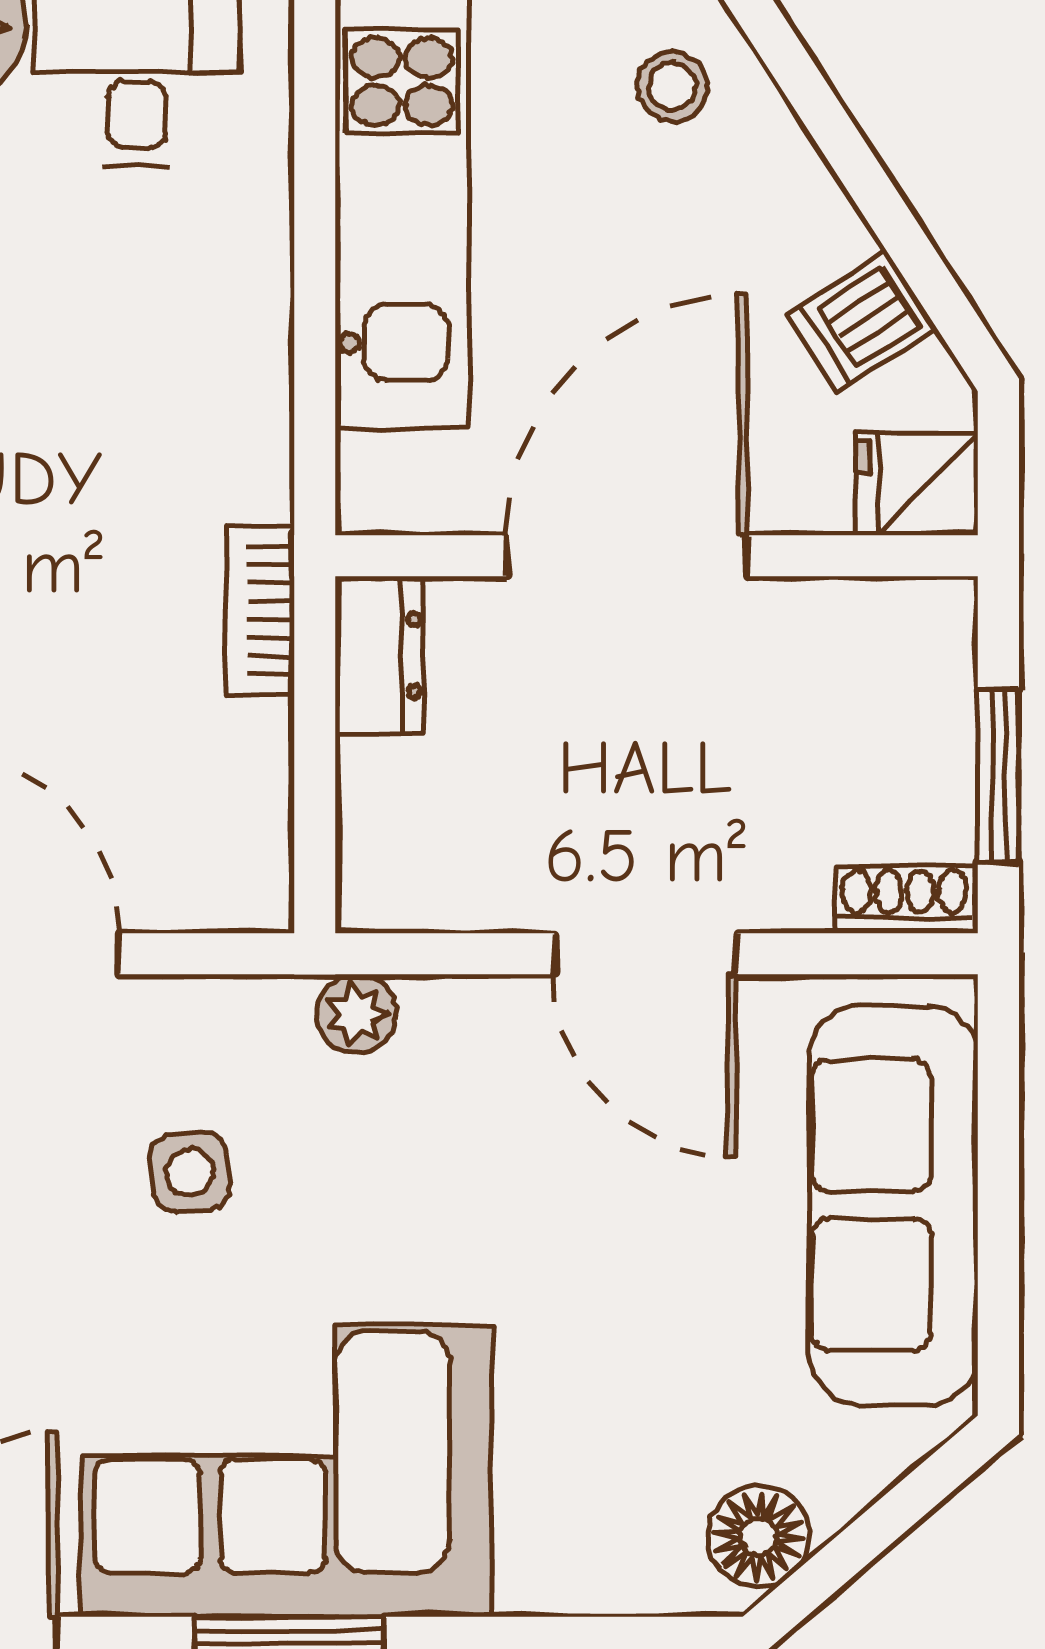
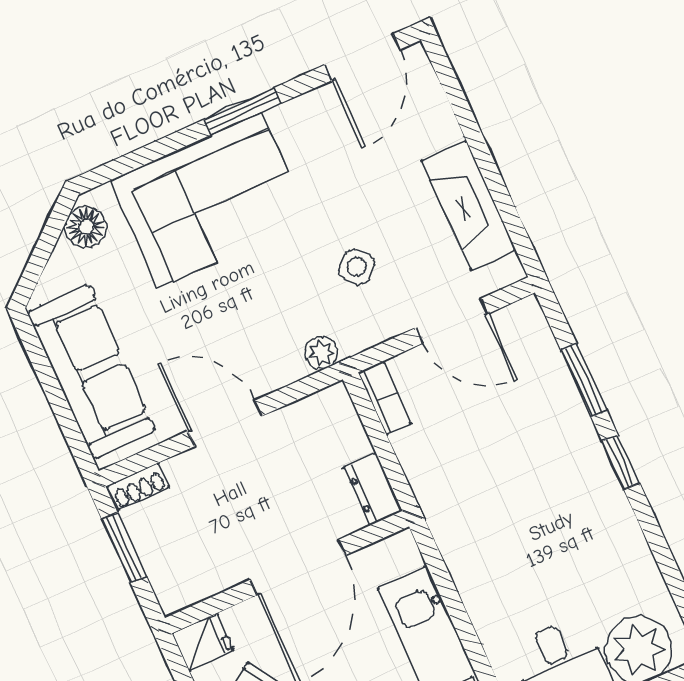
bookcase: (260, 610) -> (385, 398), moved
side table: (190, 1172) -> (357, 267), turned -37
corner sofa: (286, 1471) -> (210, 200), moved

